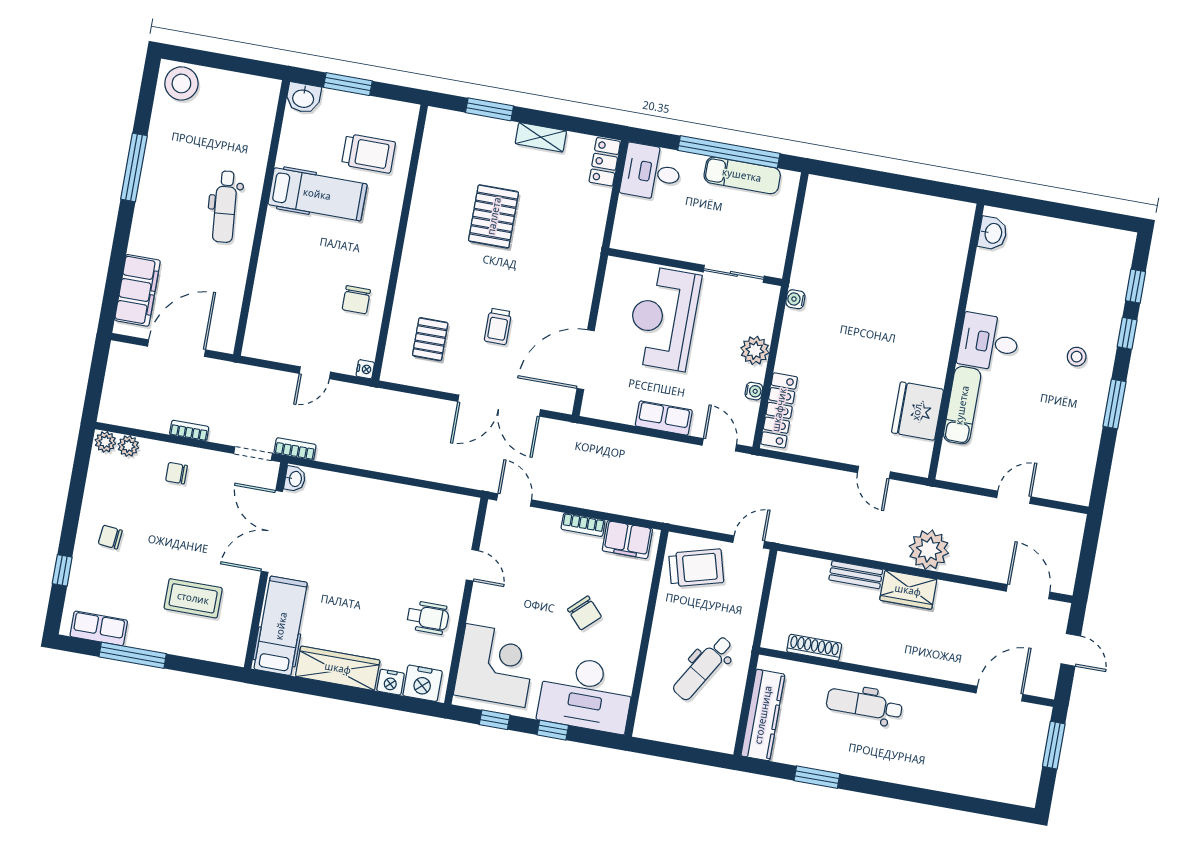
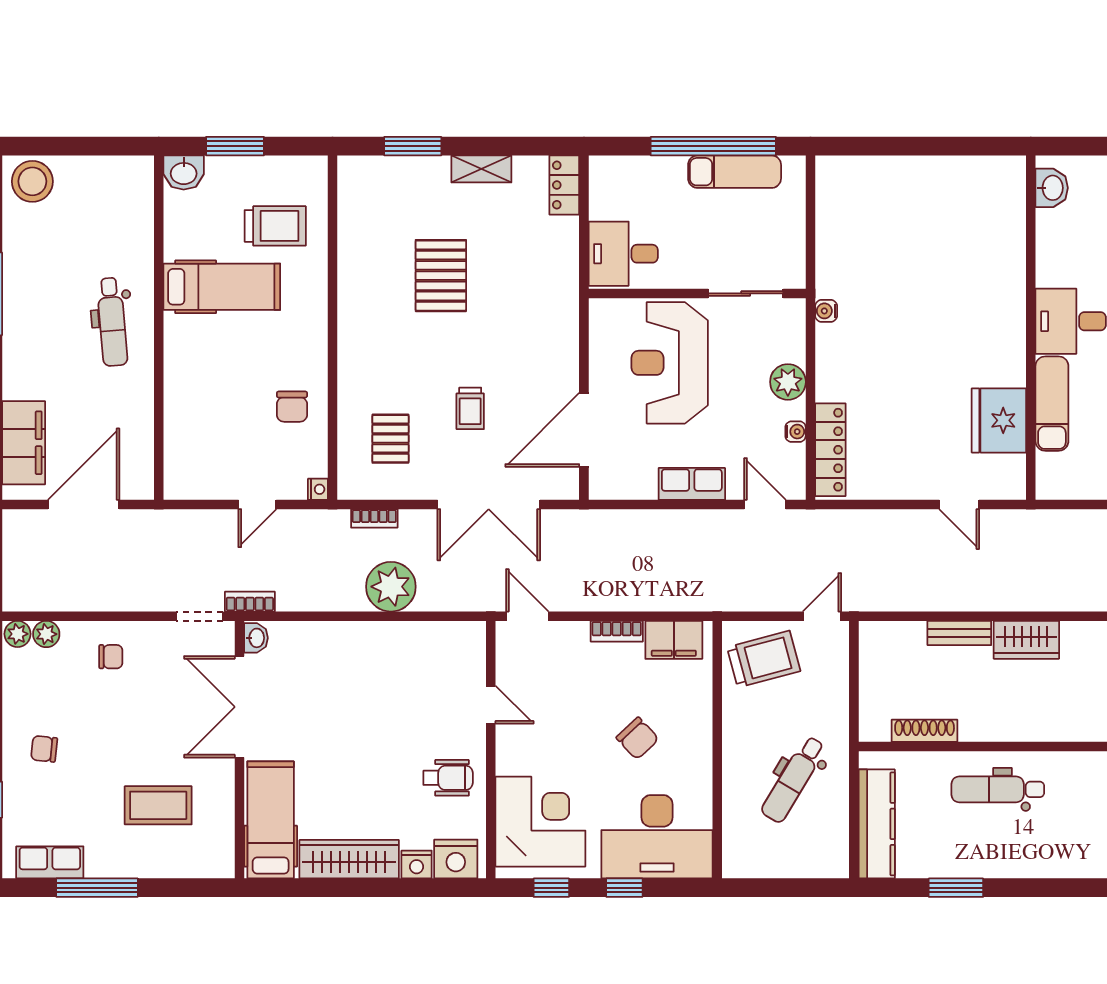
desk: (651, 172) -> (623, 254), moved
bookcase: (189, 431) -> (374, 518), moved, turned 180
chair: (176, 473) -> (111, 657), turned 180
plant: (929, 550) -> (391, 587), moved

